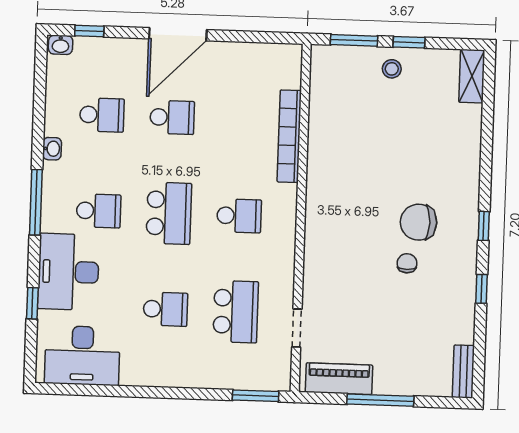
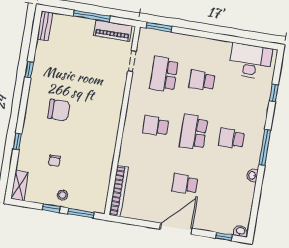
school desk: (102, 115) -> (223, 190), removed
bookcase: (289, 136) -> (119, 191), moved
window: (484, 226) -> (17, 141), moved
chair: (407, 263) -> (54, 161), moved
desk: (68, 272) -> (252, 107), removed

